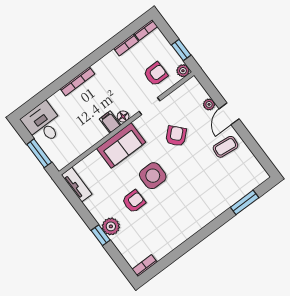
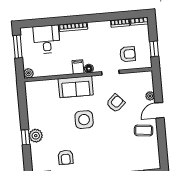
plant: (183, 71) -> (28, 73), moved
desk: (43, 123) -> (47, 39), moved
window: (39, 153) -> (18, 47), moved
tv unit: (77, 185) -> (30, 94), removed
armchair: (134, 201) -> (66, 157), moved, turned 91

